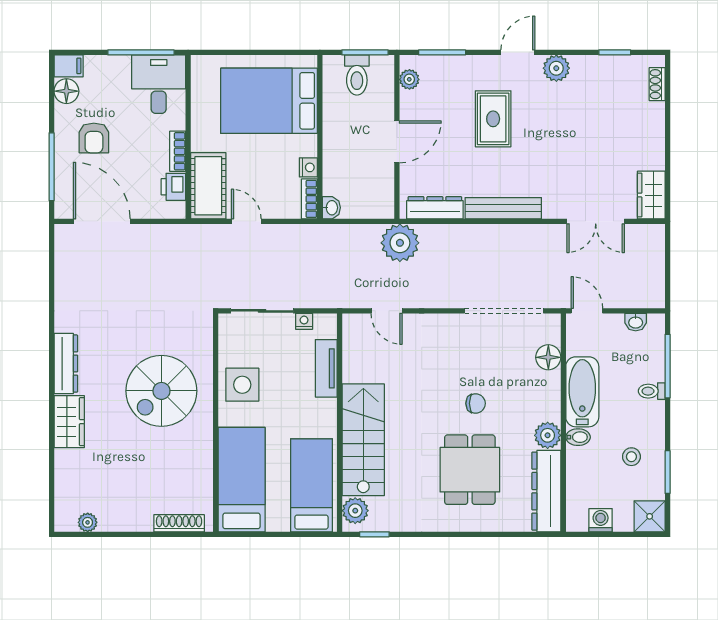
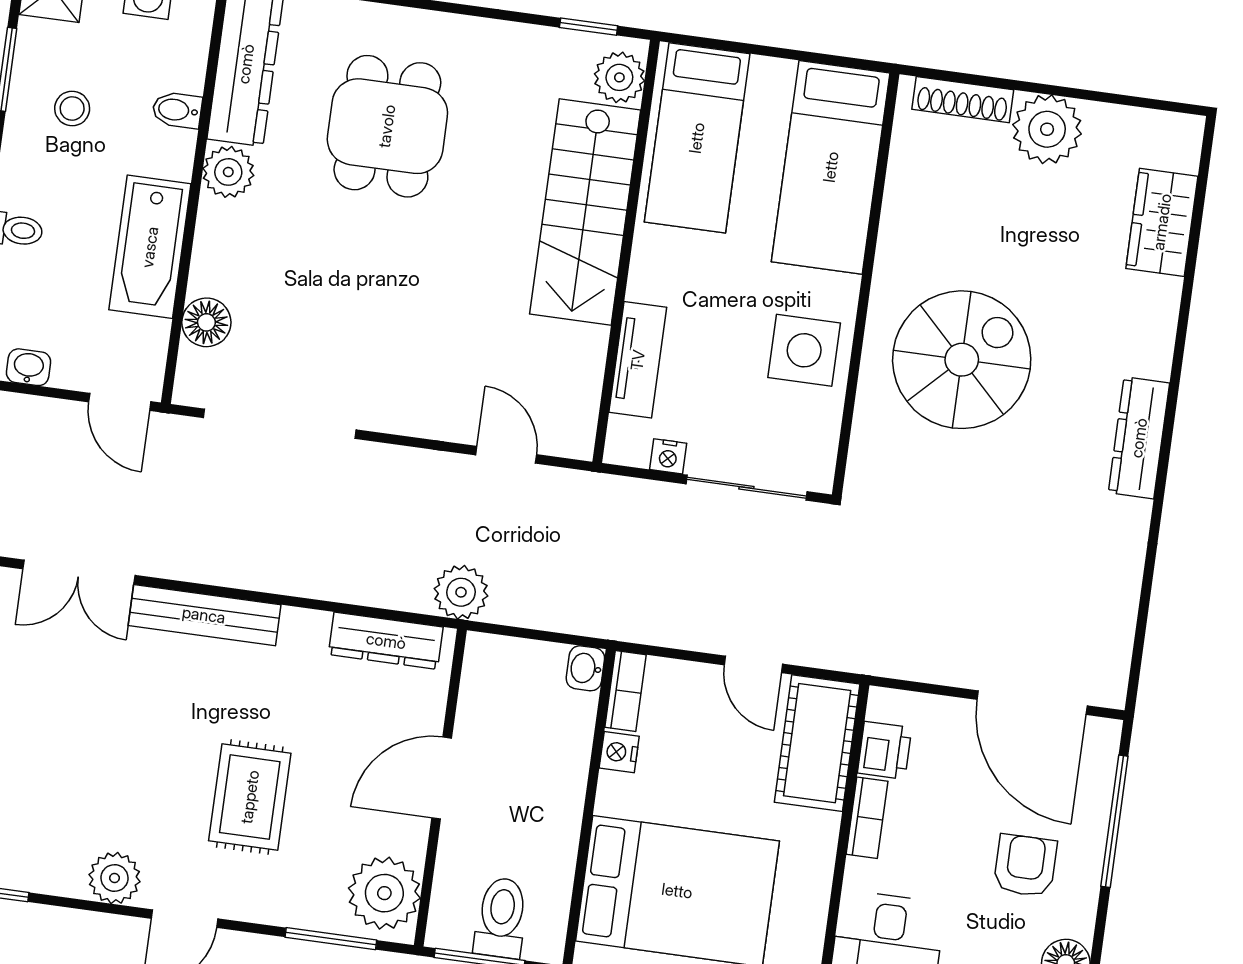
plant: (409, 79) -> (384, 893), width x1.88, depth x1.88
bench: (503, 208) -> (204, 615), moved
double door: (596, 221) -> (79, 572), swing flipped
plant: (400, 243) -> (461, 592), width x0.73, depth x0.73
chair: (476, 403) -> (359, 252), removed
wardrobe: (69, 422) -> (1162, 222), moved
bidet: (578, 437) -> (177, 110), moved
plant: (88, 522) -> (1047, 129), moved, width x1.88, depth x1.88

